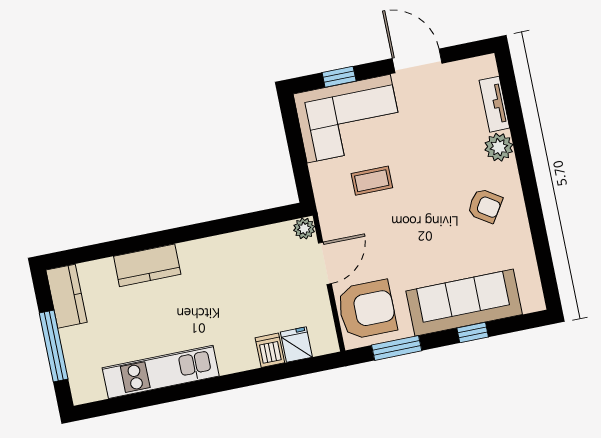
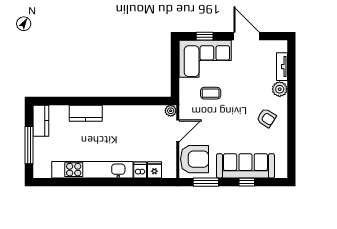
kitchen unit: (161, 372) -> (92, 170), width x1.36

